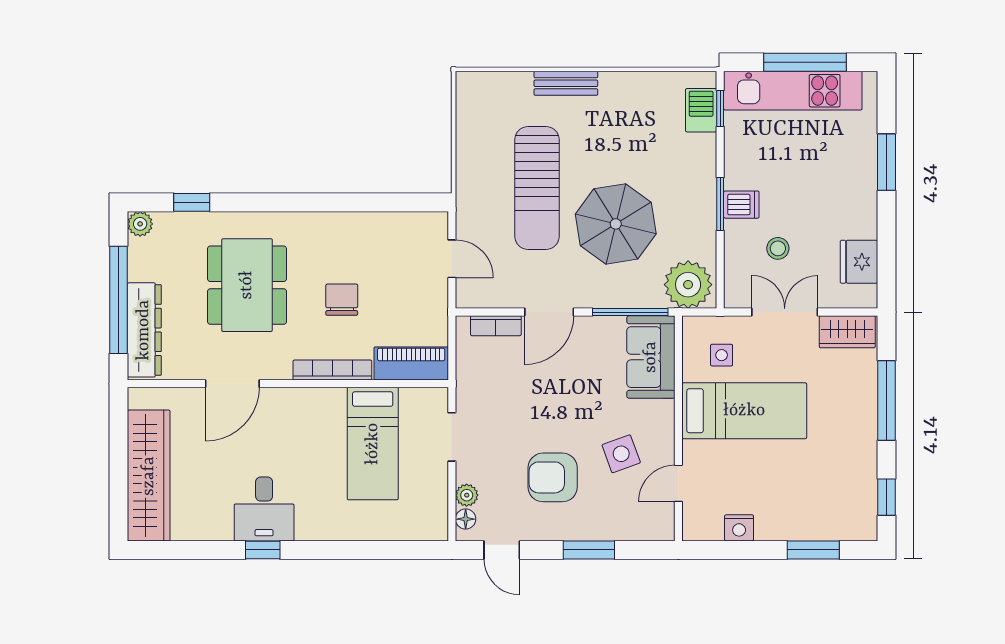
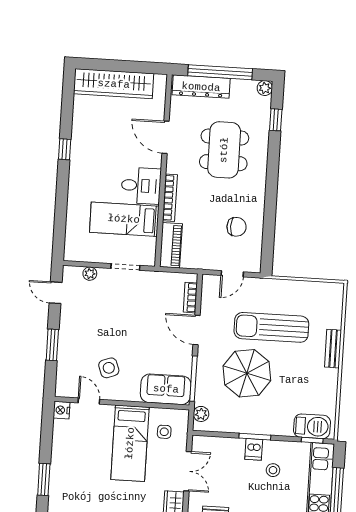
barbecue: (701, 110) -> (312, 426), width x1.38, depth x1.27
stool: (778, 248) -> (273, 470), moved
dining table: (247, 285) -> (224, 150), turned 90
plant: (688, 285) -> (201, 414), width x0.53, depth x0.53
chair: (342, 300) -> (237, 227), moved
armchair: (553, 477) -> (97, 326), removed
desk: (264, 509) -> (141, 186), moved, turned 180
floor lamp: (466, 519) -> (76, 272), removed
nightstand: (739, 528) -> (62, 410), moved
door: (502, 550) -> (56, 293), hinge flipped

